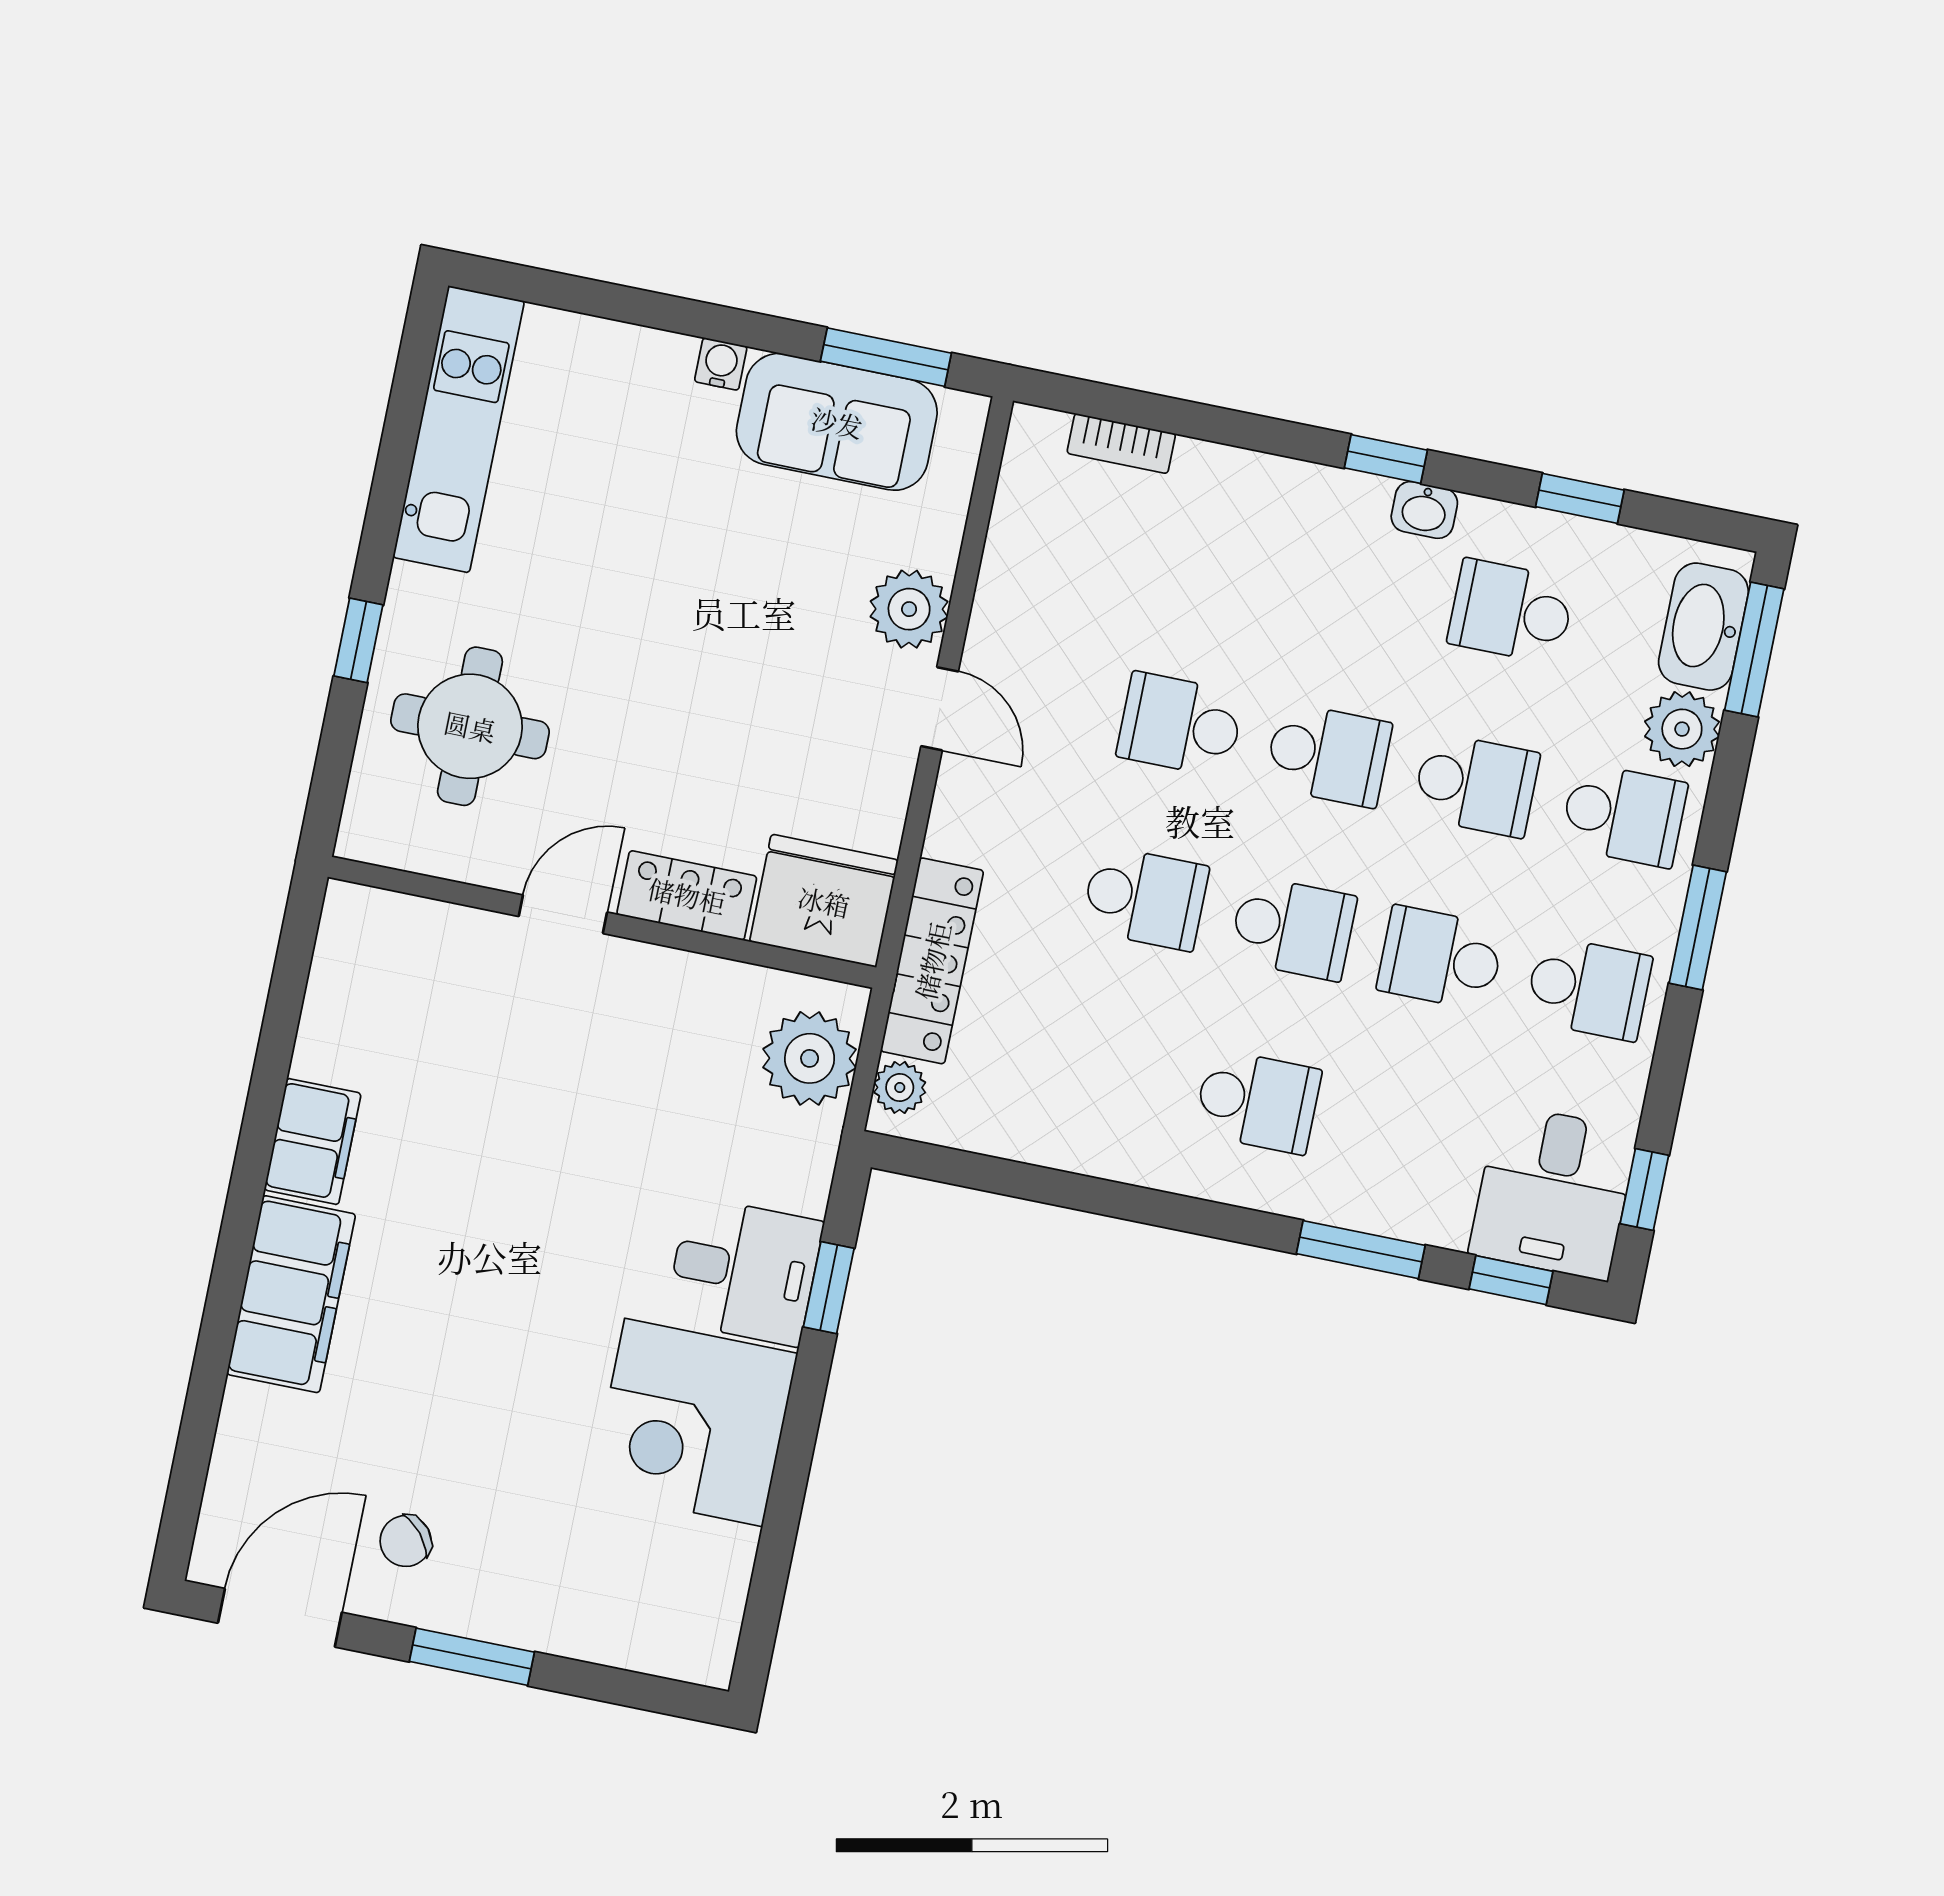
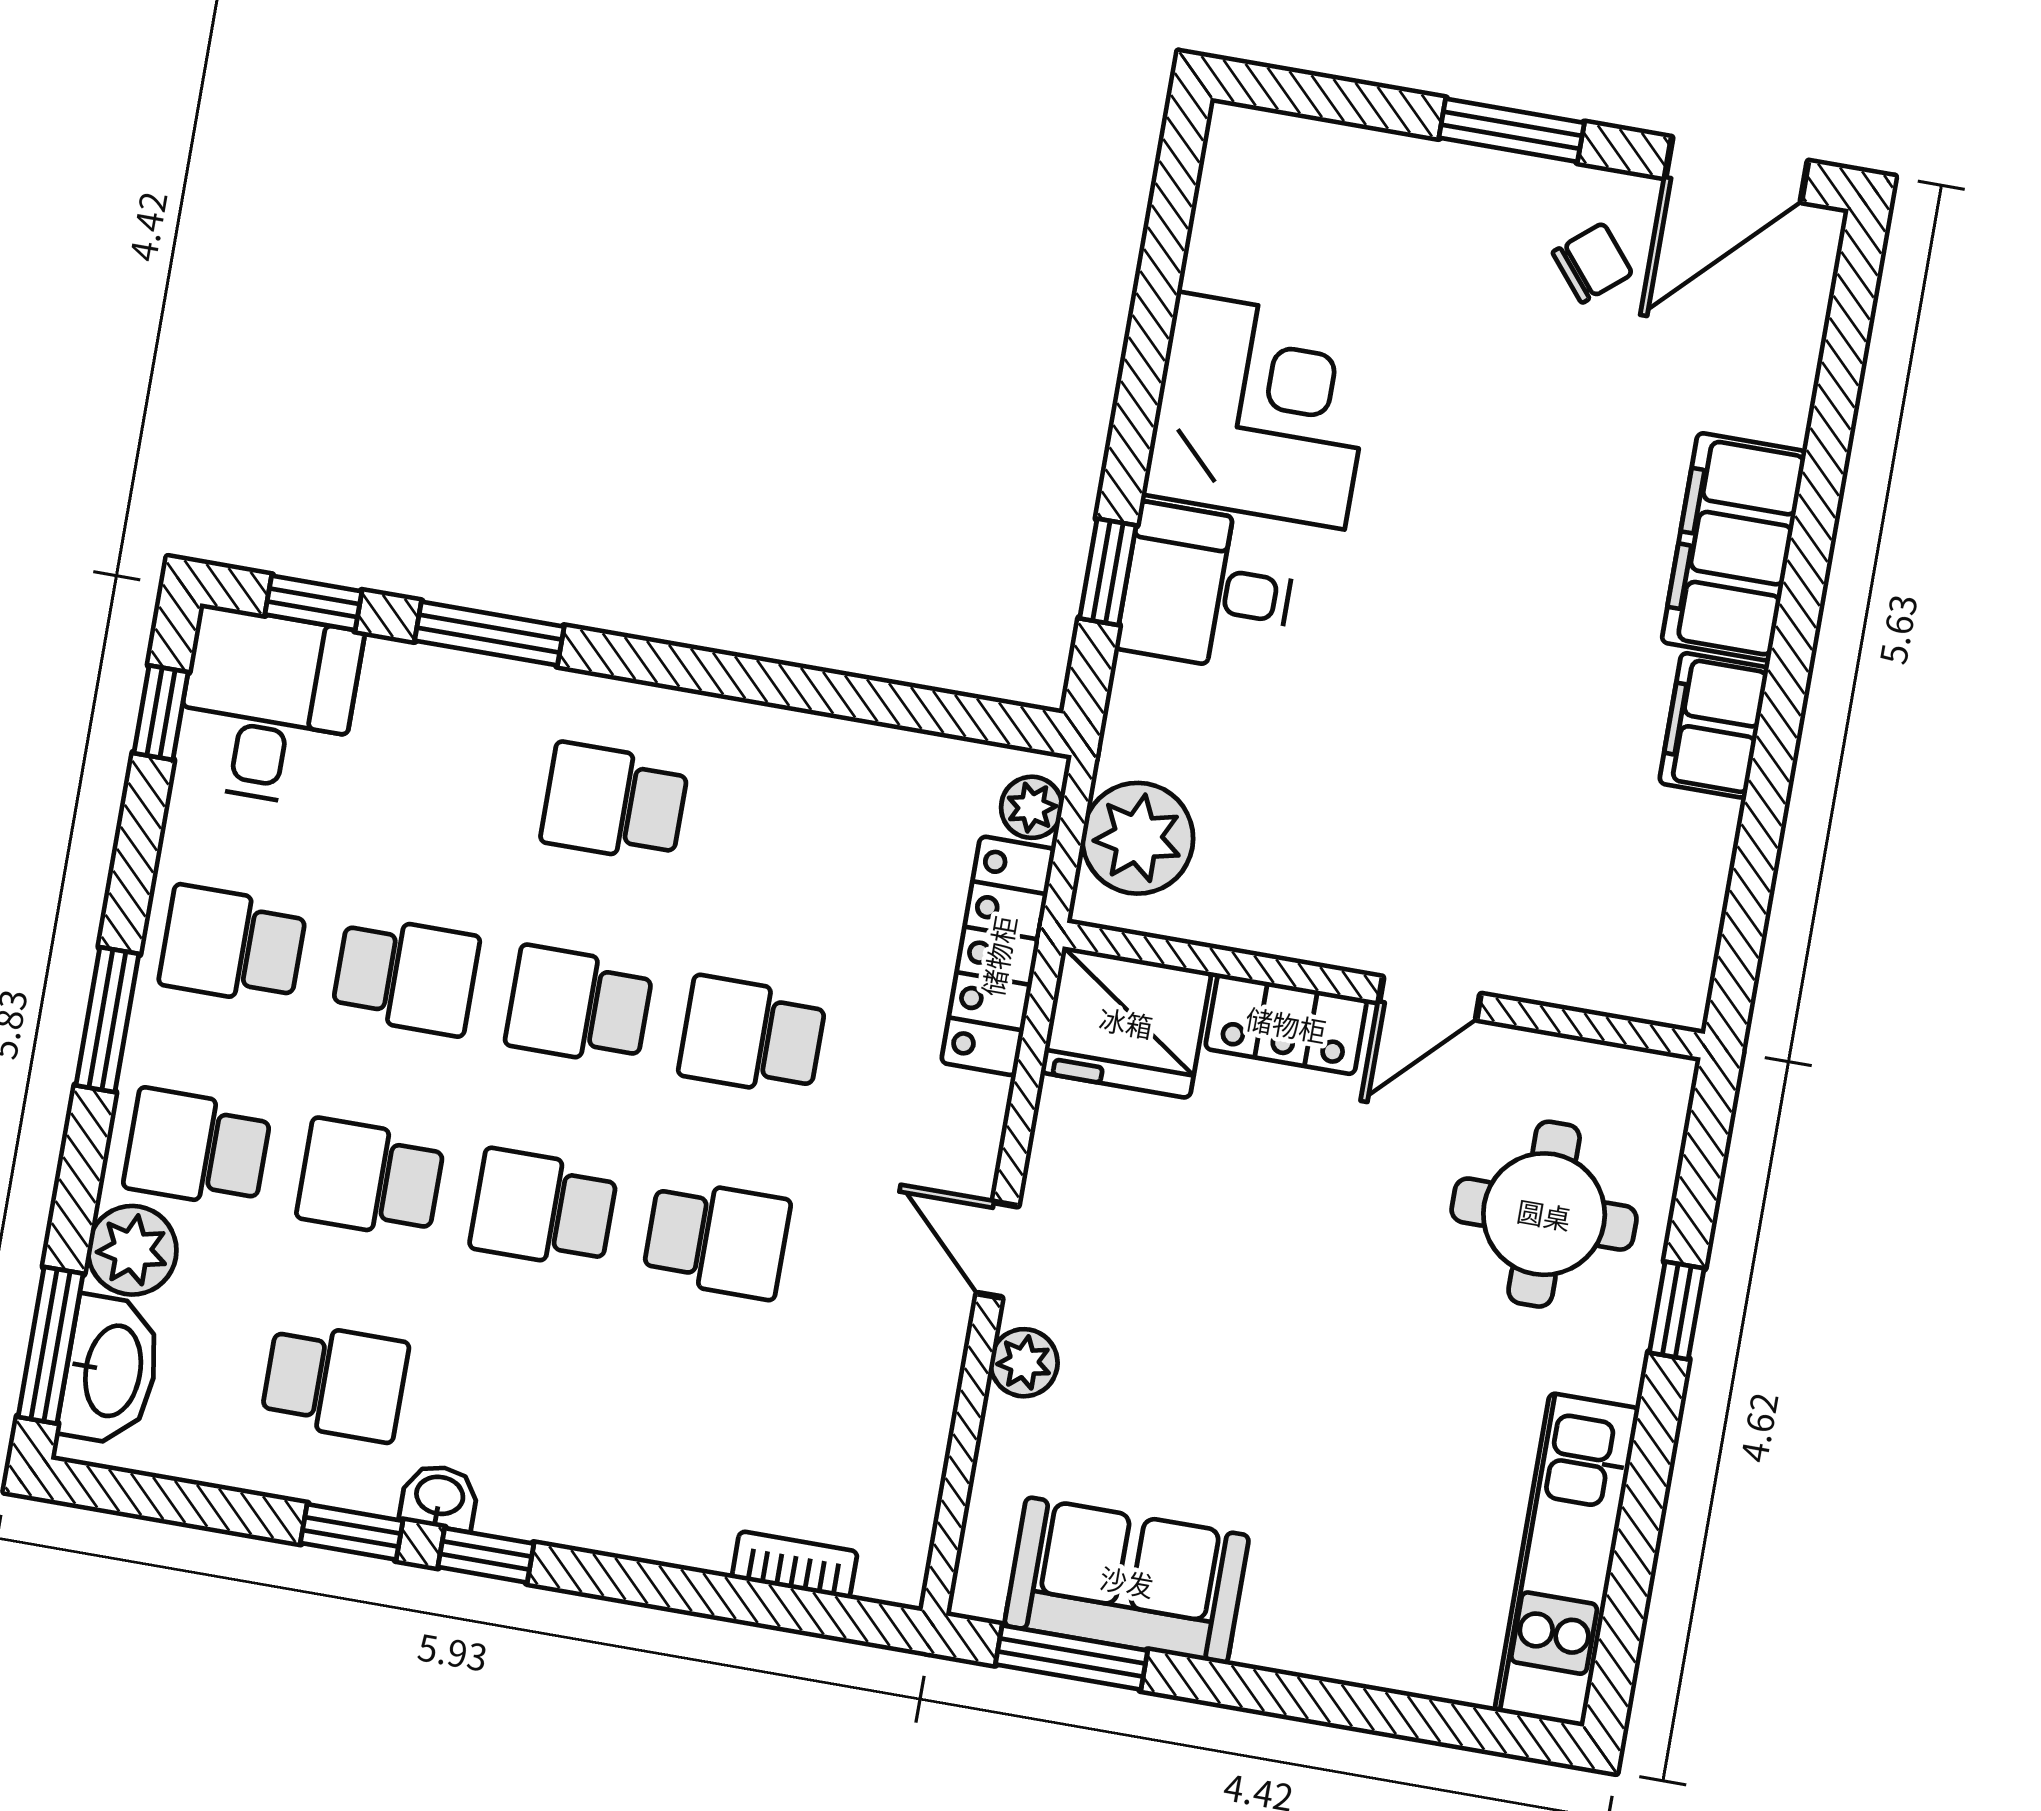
water cooler: (721, 364) -> (1264, 1644), removed
window: (1580, 498) -> (352, 1532), moved
plant: (909, 609) -> (1024, 1363), width x0.73, depth x0.73

